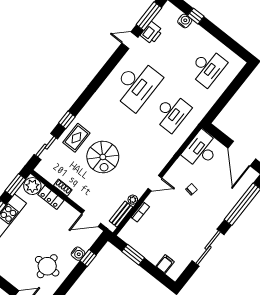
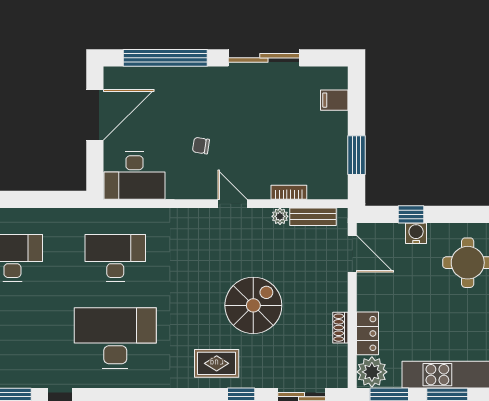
printer: (151, 33) -> (26, 375), removed
rug: (76, 138) -> (217, 363), moved

